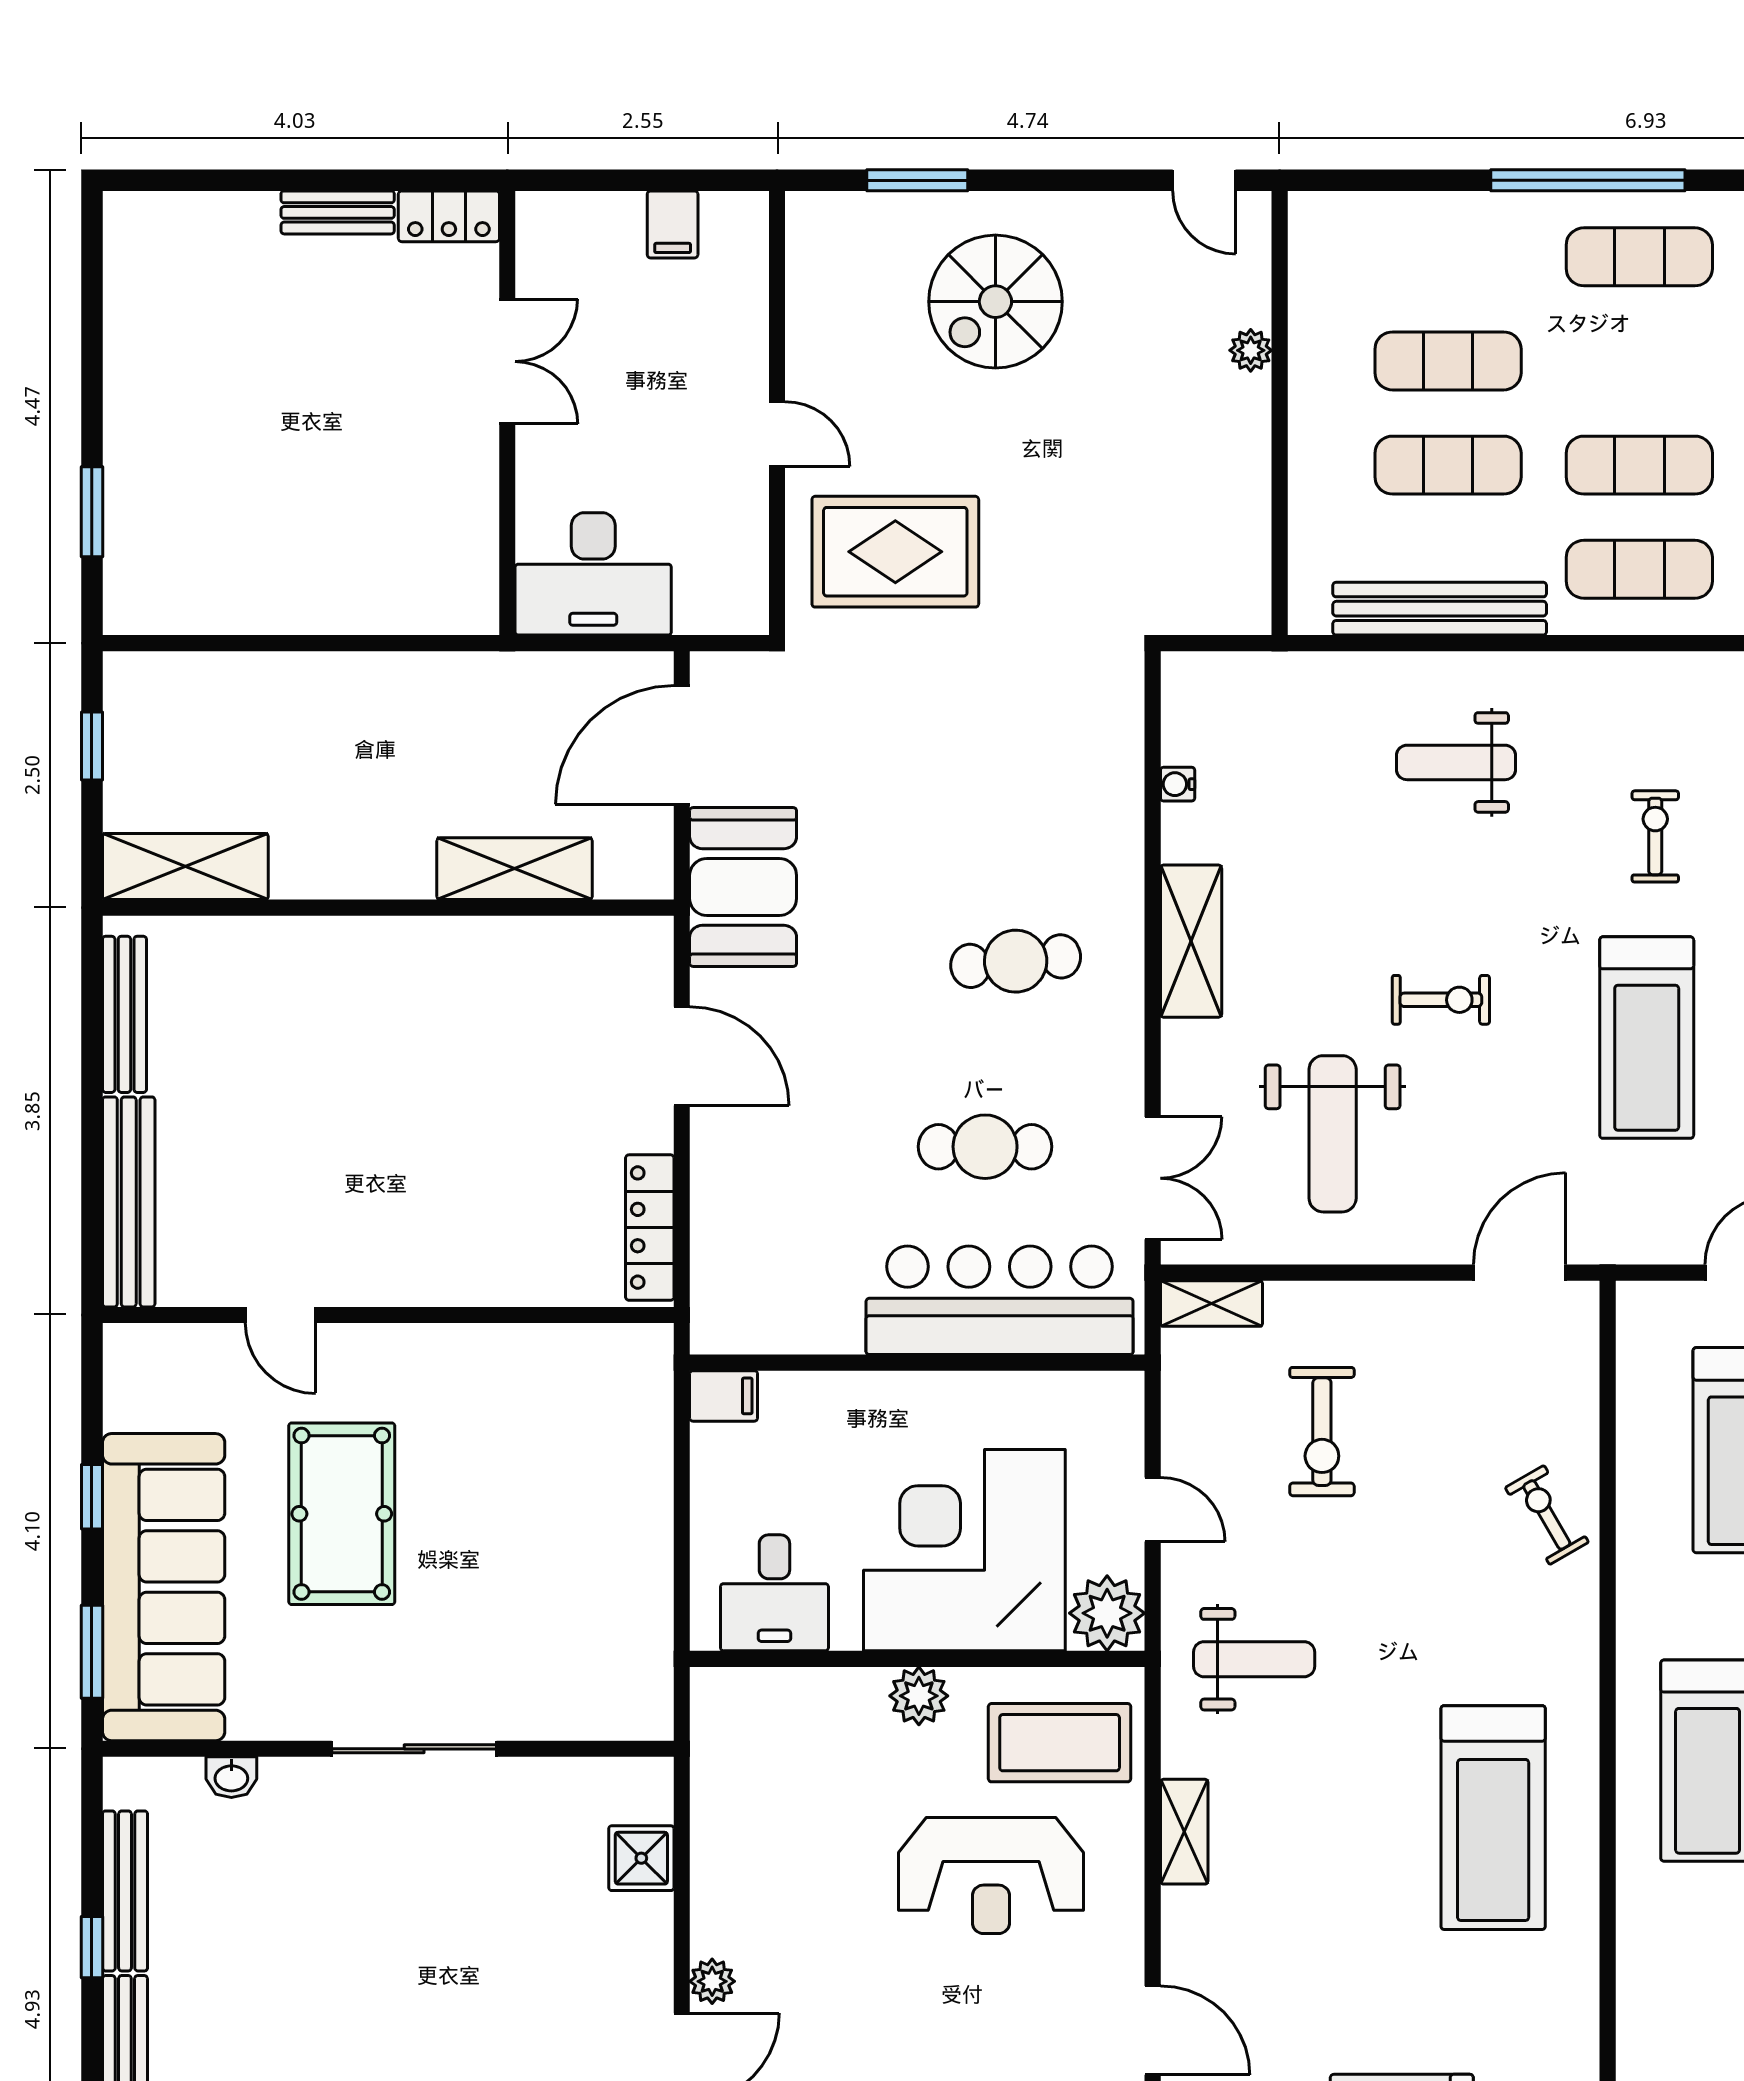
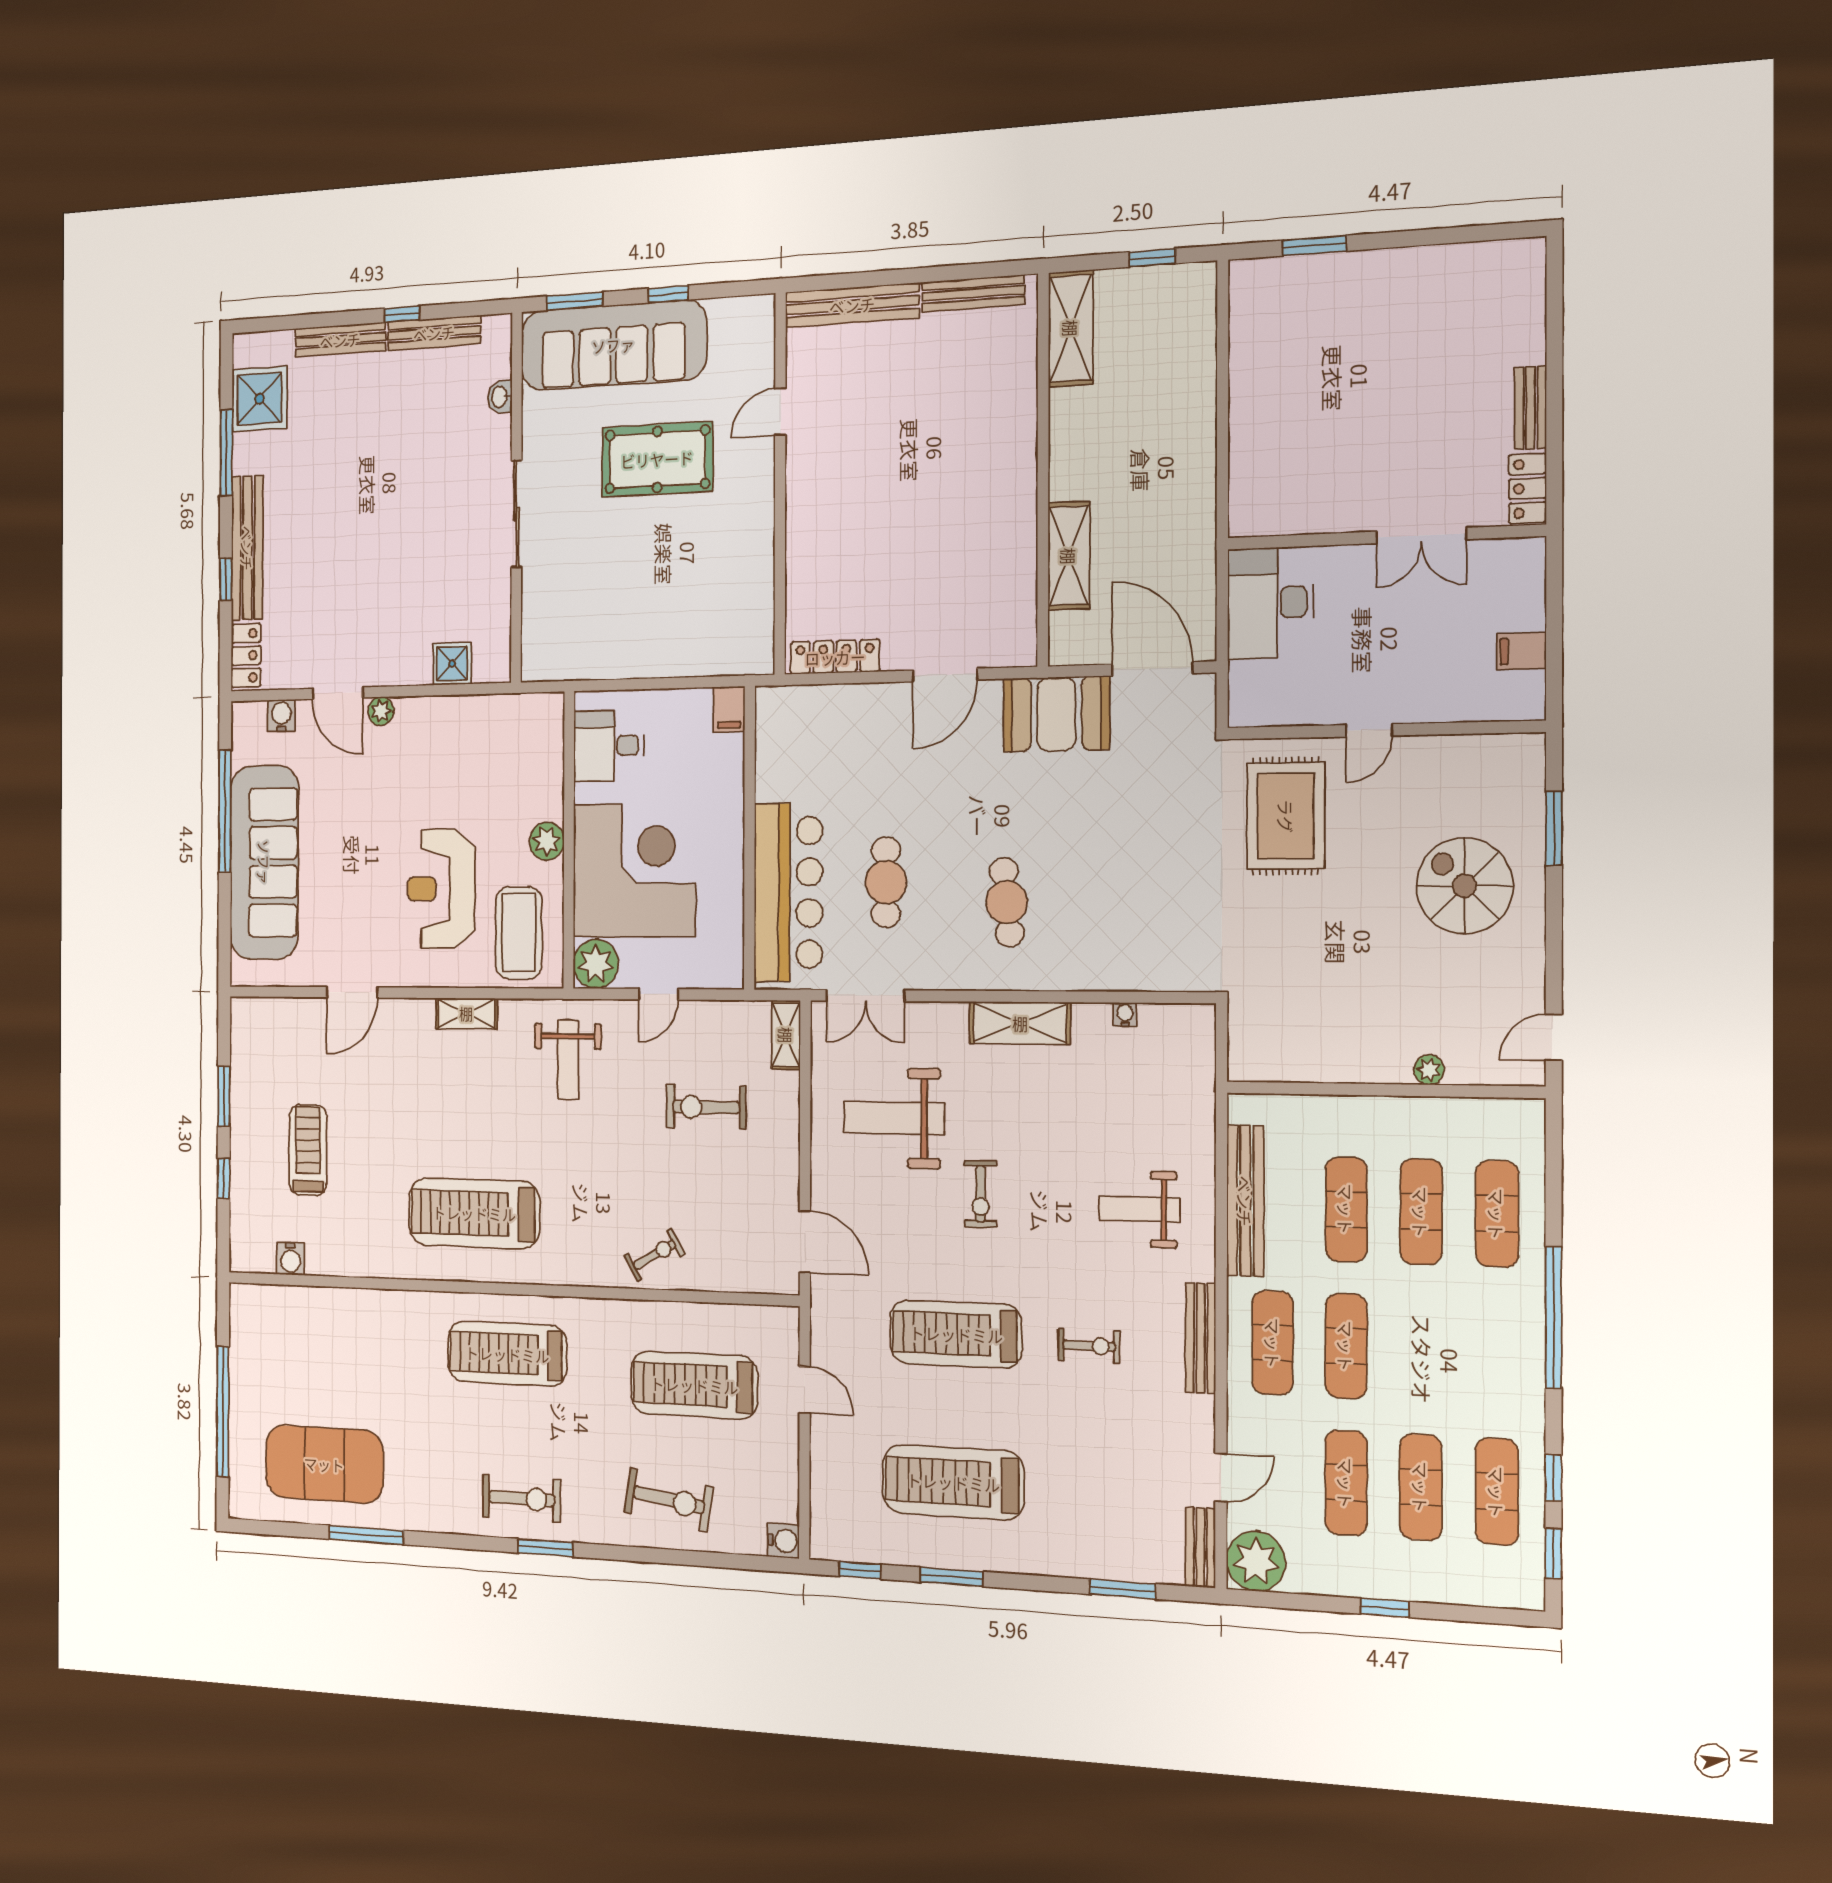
exercise mat: (1639, 257) -> (1497, 1214), moved
bench: (1637, 673) -> (1201, 1338), added
weight bench: (1456, 762) -> (1139, 1209), turned -90

